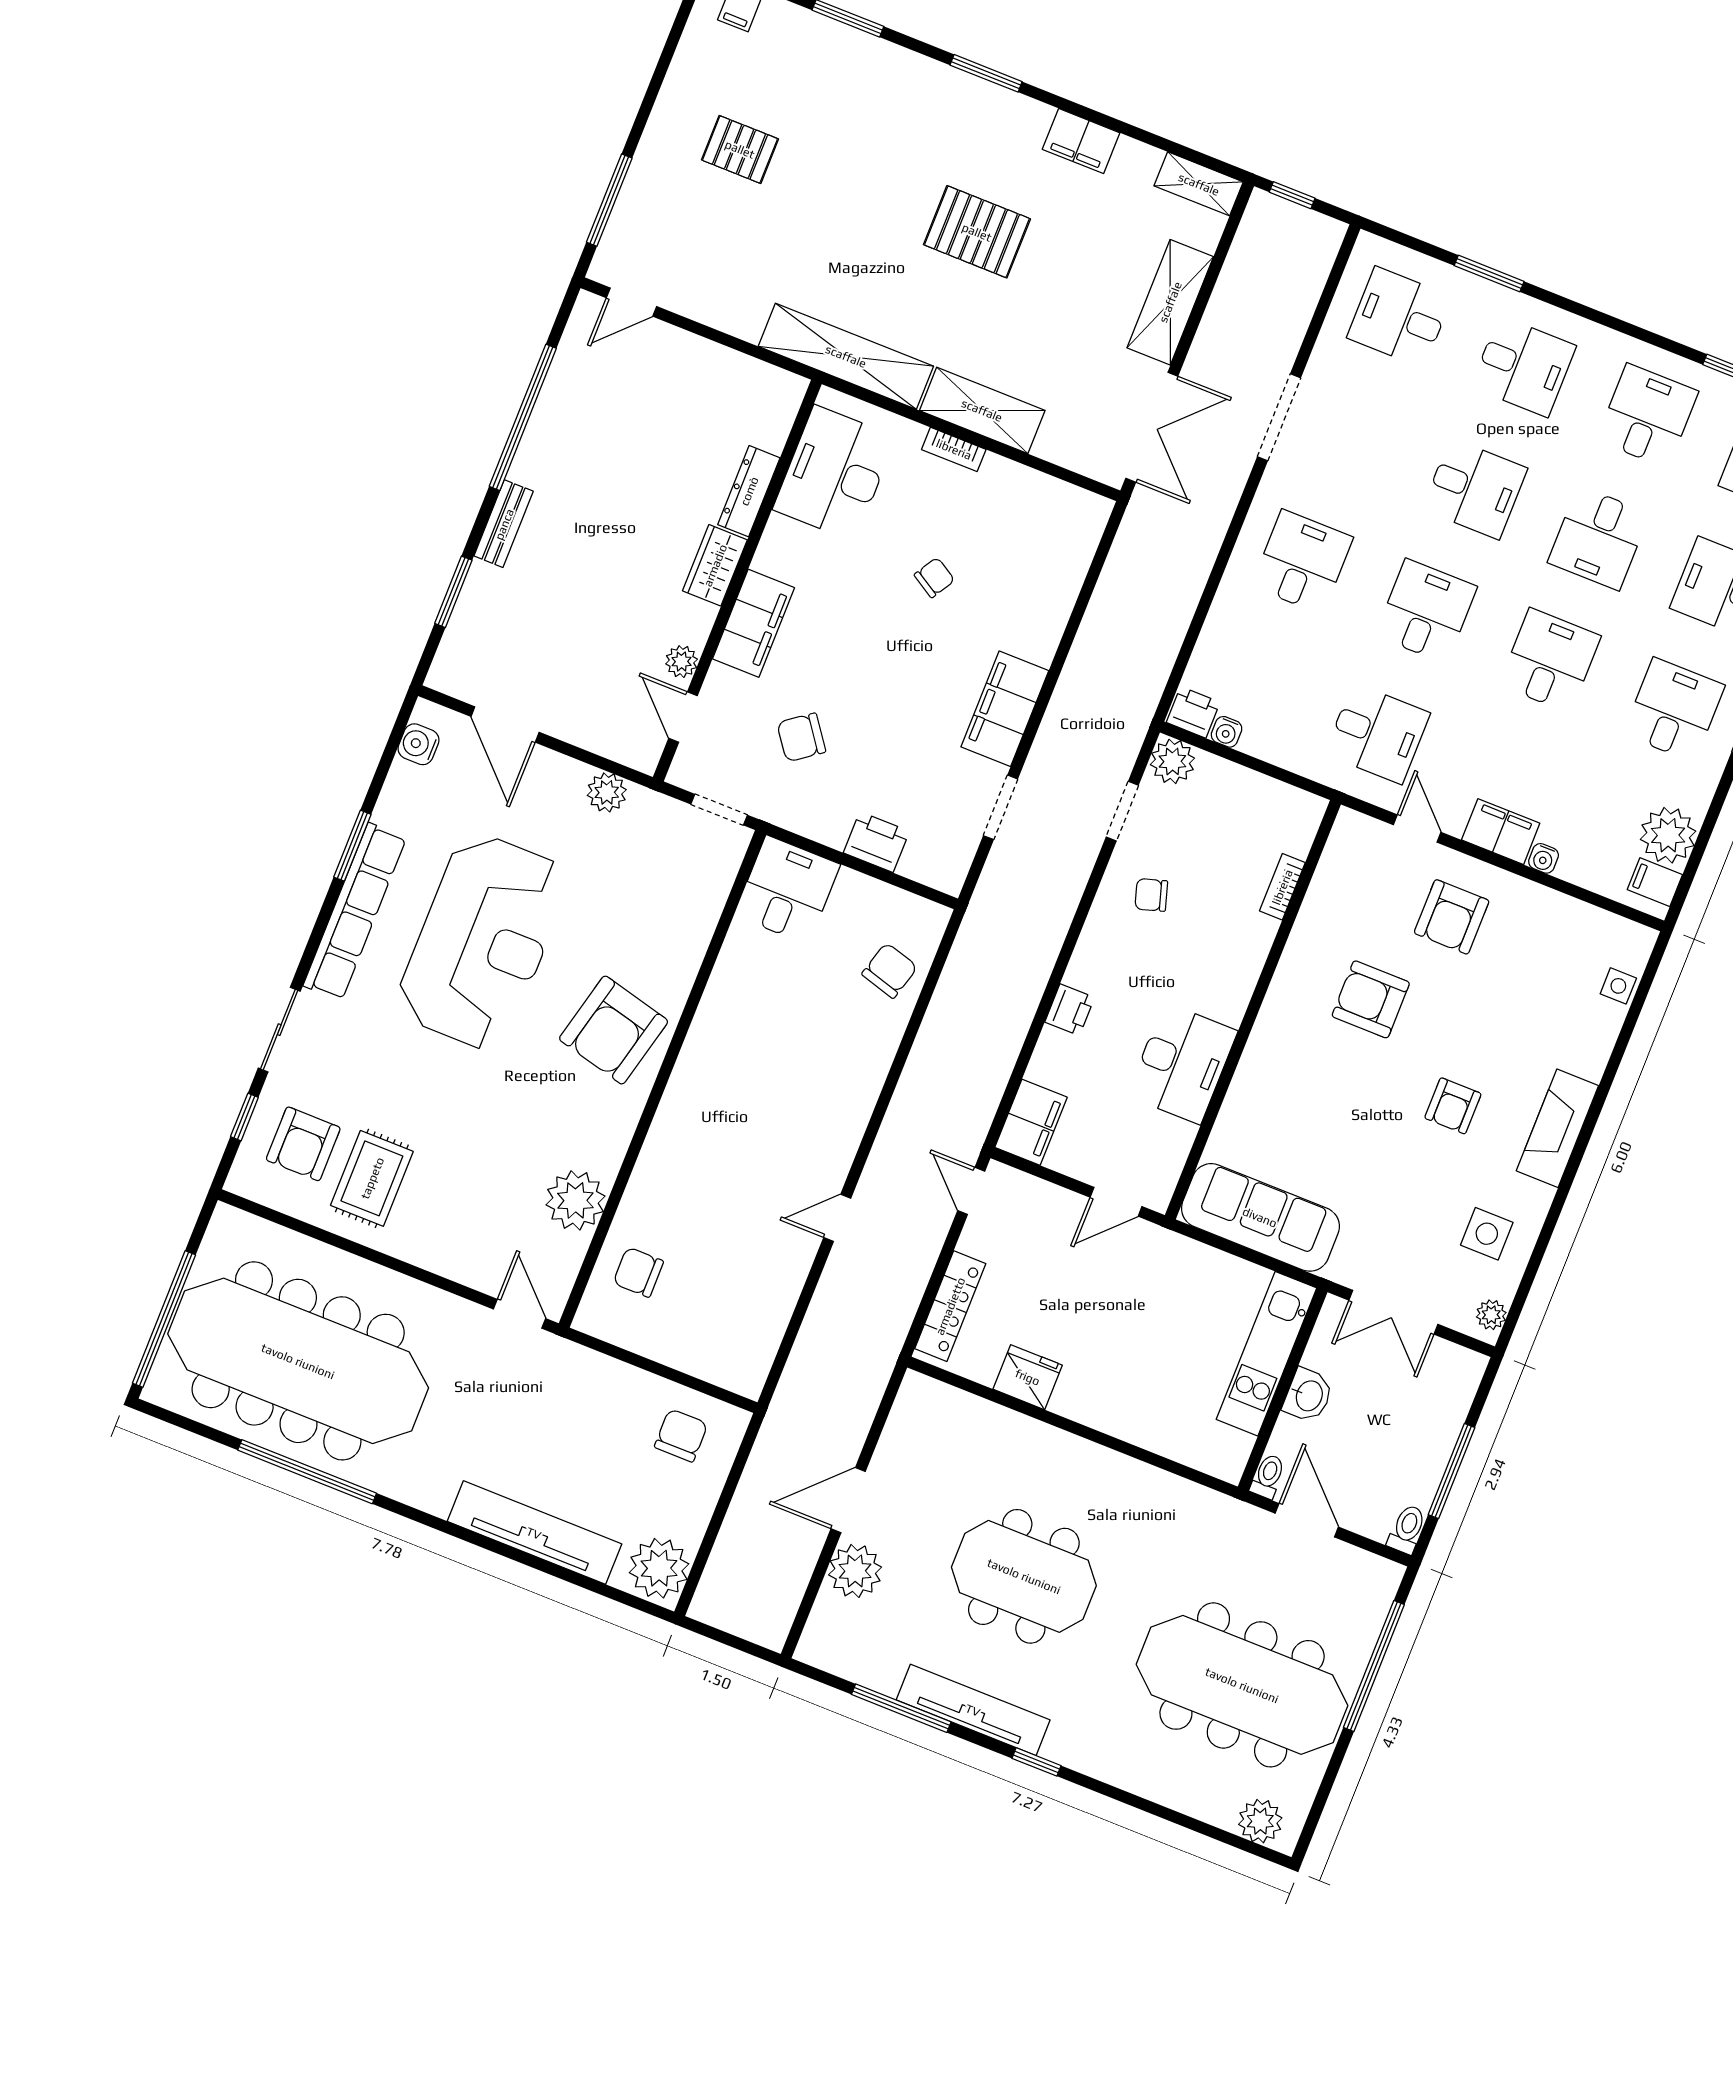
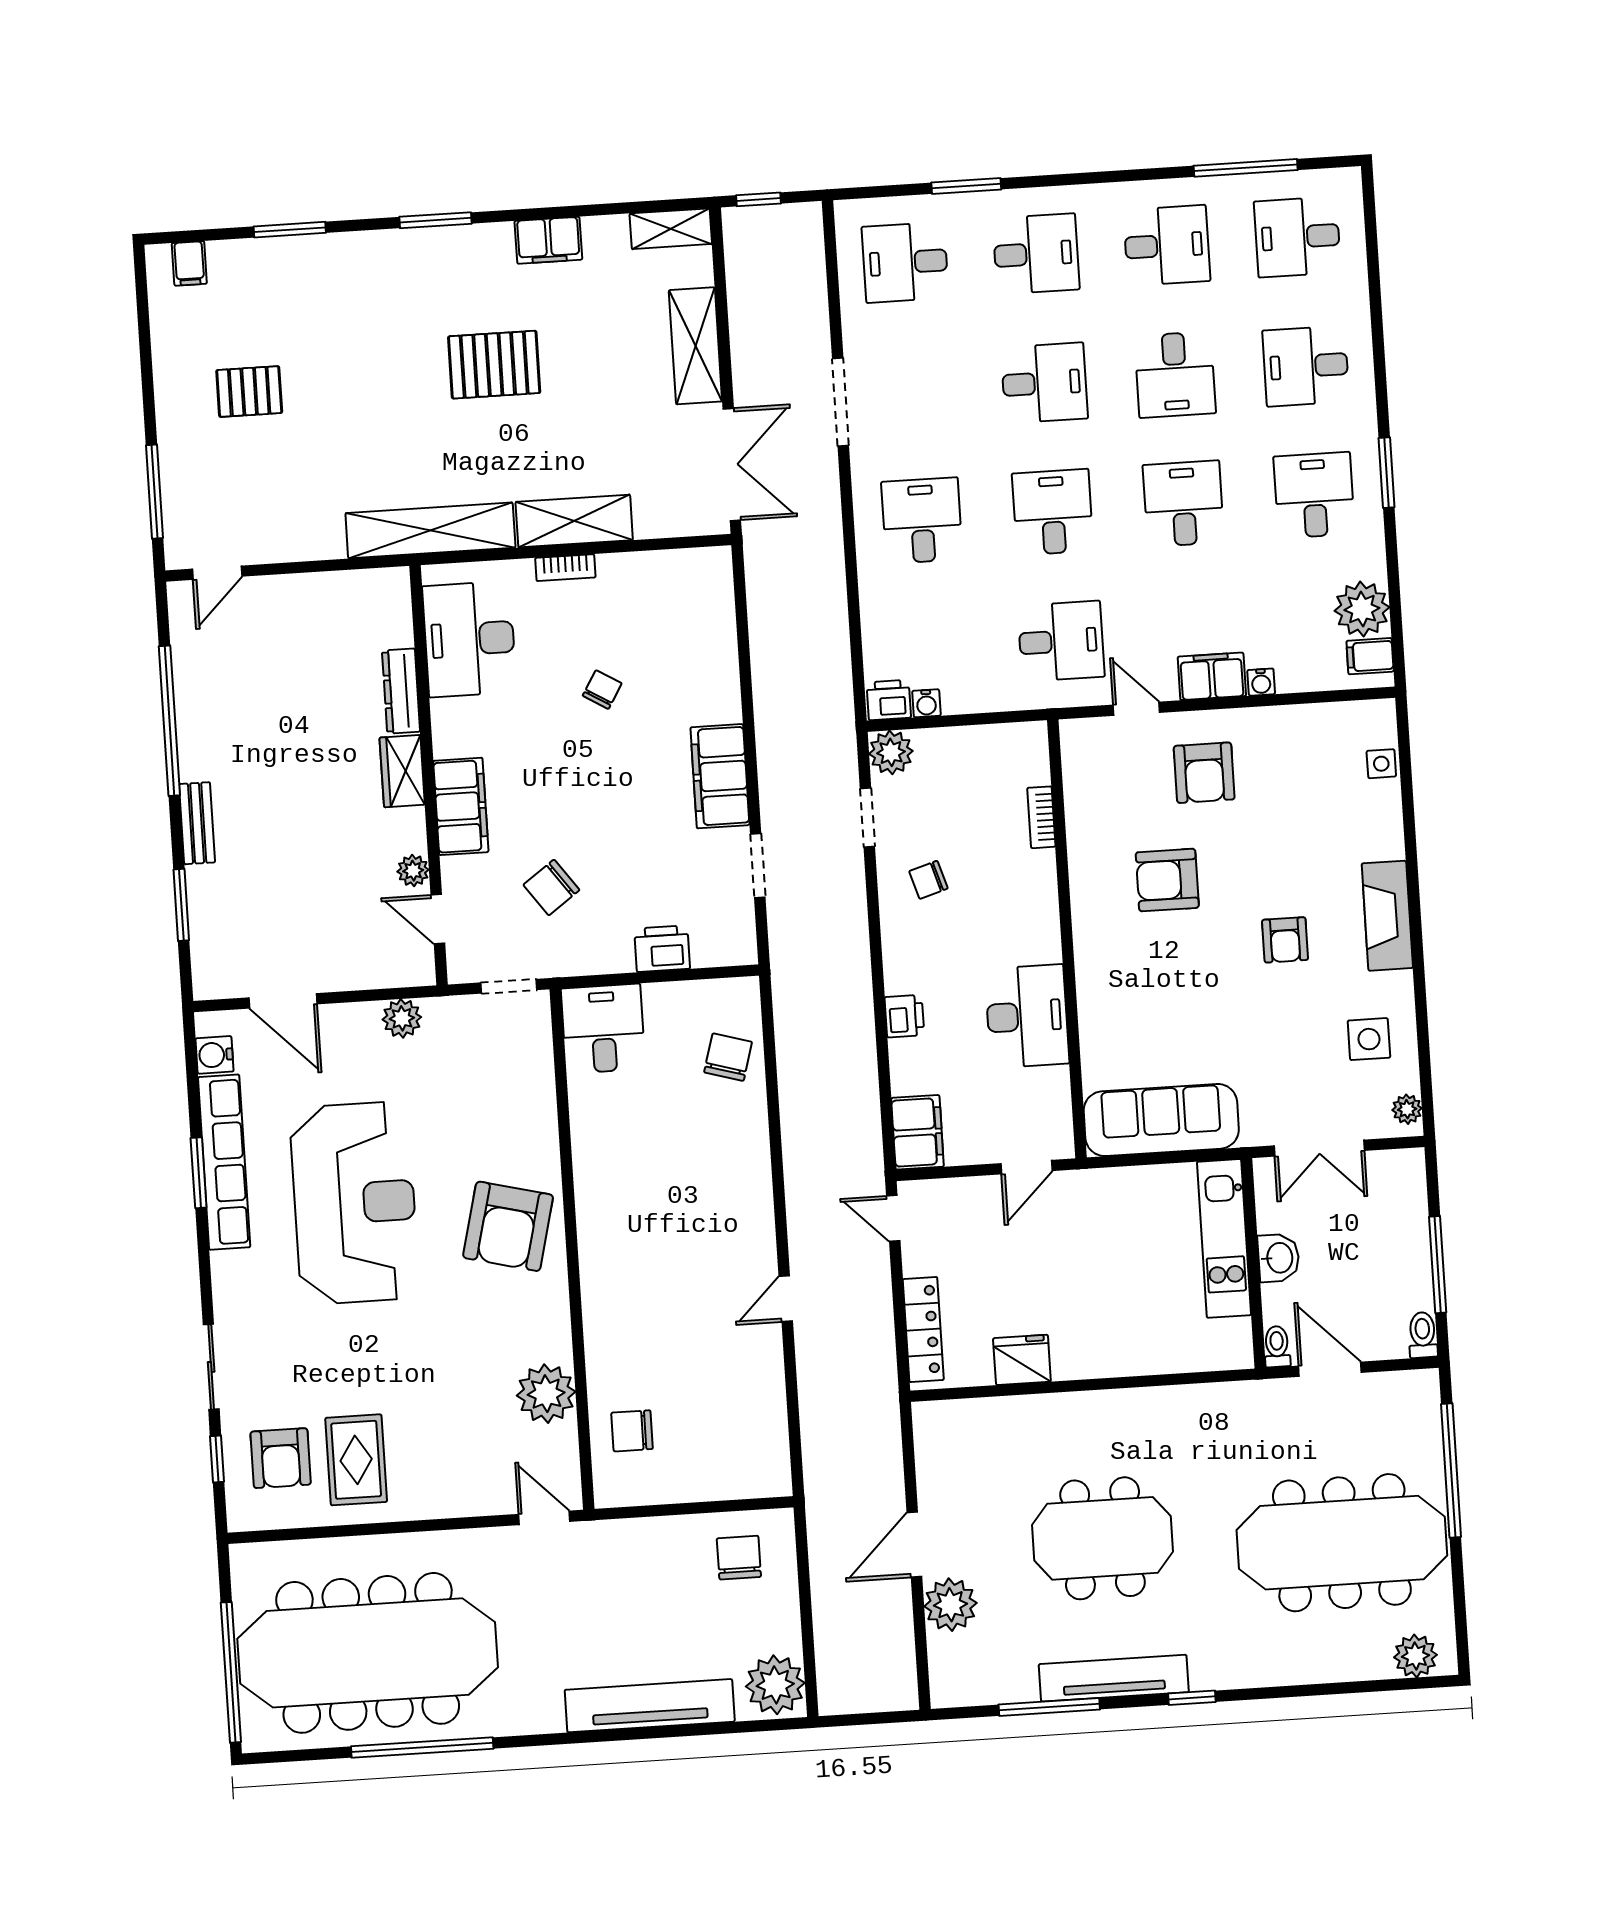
desk: (1647, 416) -> (1167, 245), turned 90
row of seats: (355, 912) -> (224, 1162), moved

